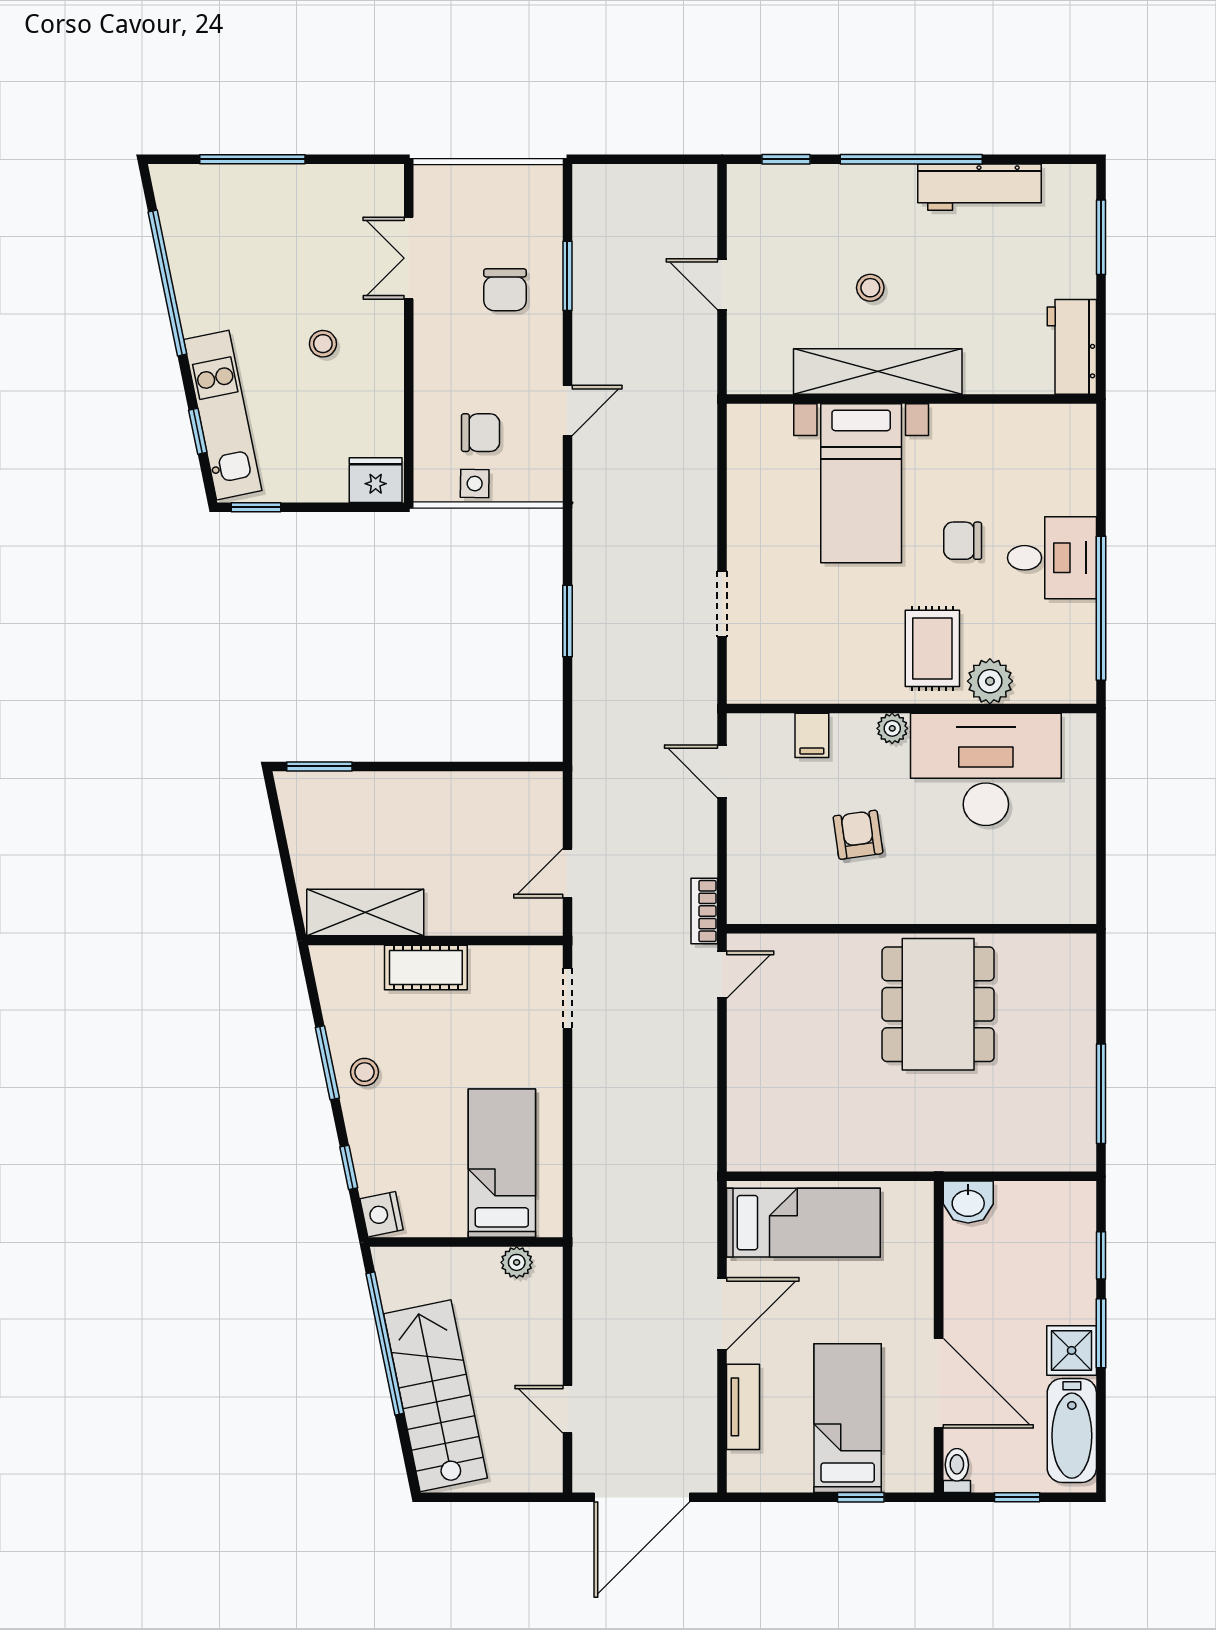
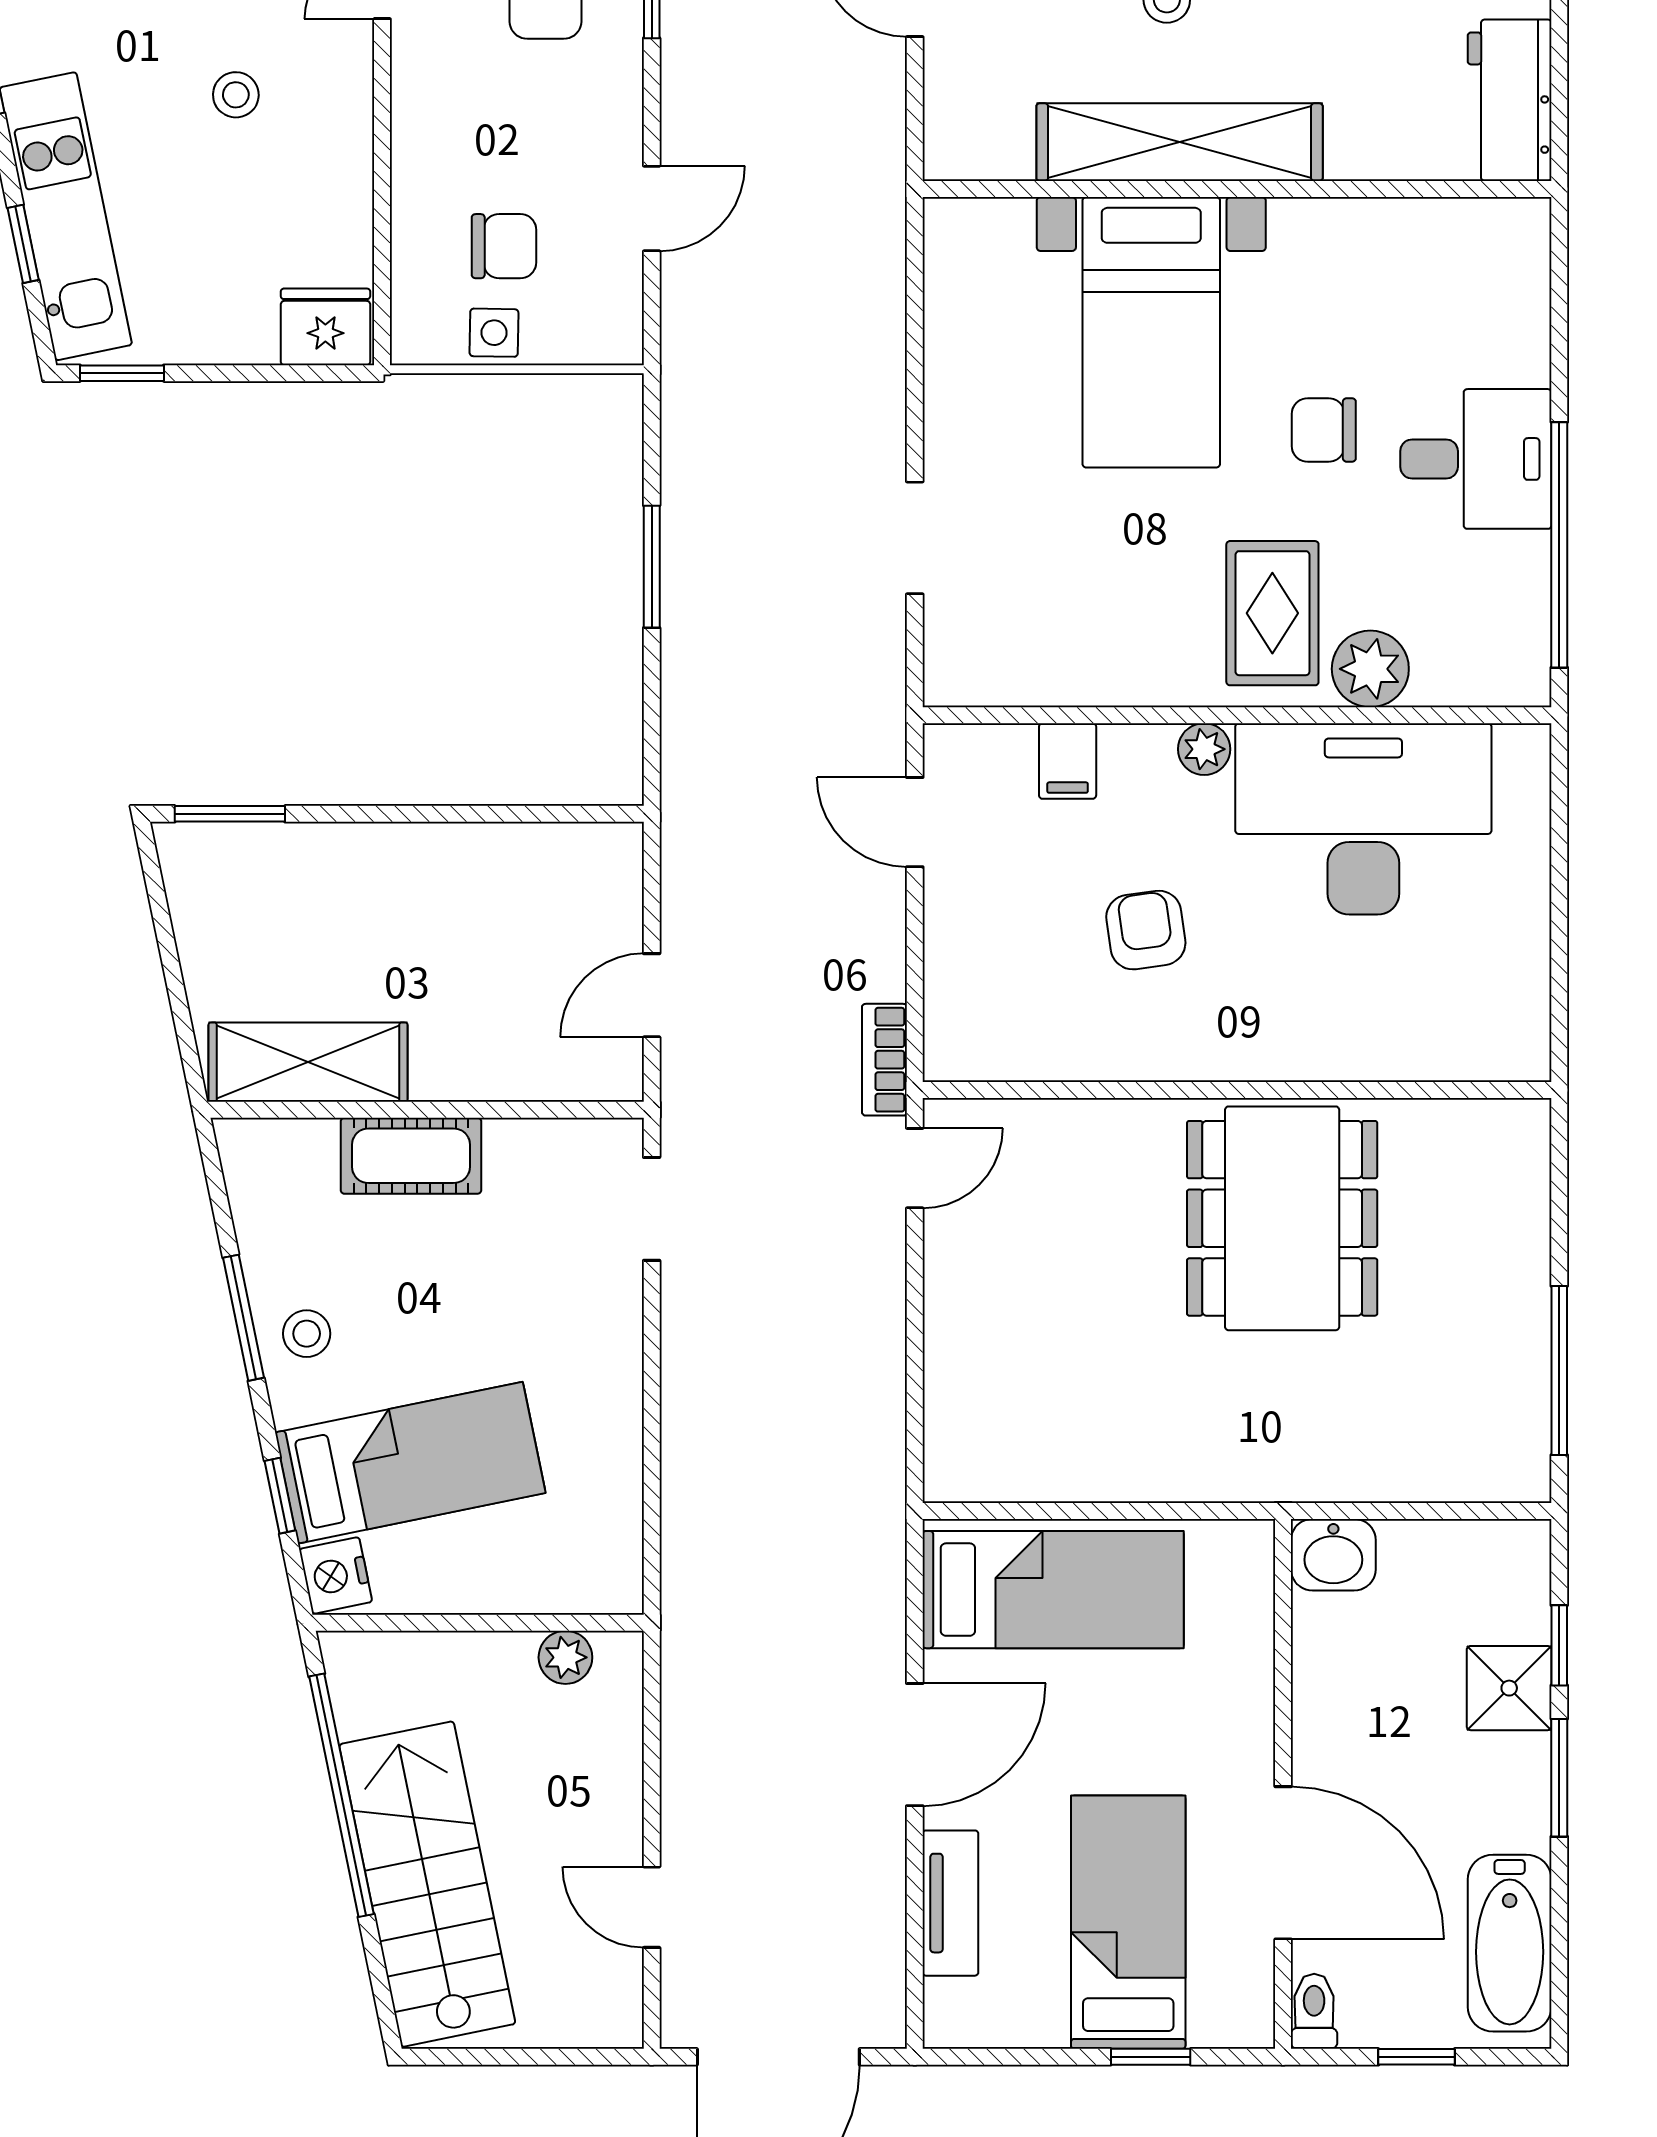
bed: (502, 1163) -> (410, 1463), moved, turned 78
shower: (1072, 1350) -> (1509, 1688), moved

